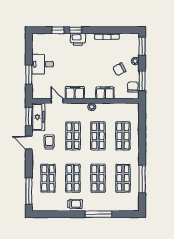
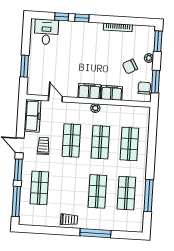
printer: (78, 39) -> (84, 29), removed
desk: (43, 64) -> (46, 32), moved, turned 90
filing cabinet: (75, 93) -> (89, 91), moved
window: (29, 117) -> (18, 170), moved
shop shelf: (73, 178) -> (68, 190), removed

